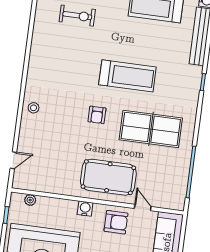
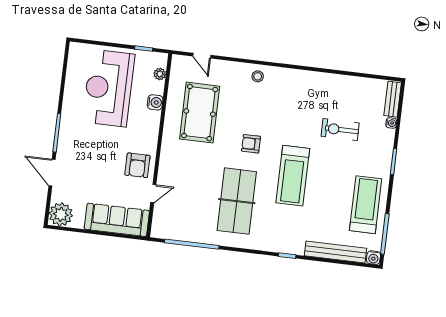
exercise bike: (77, 16) -> (340, 130), moved, turned 90
pool table: (108, 177) -> (200, 113), moved
water cooler: (85, 209) -> (155, 102), moved

